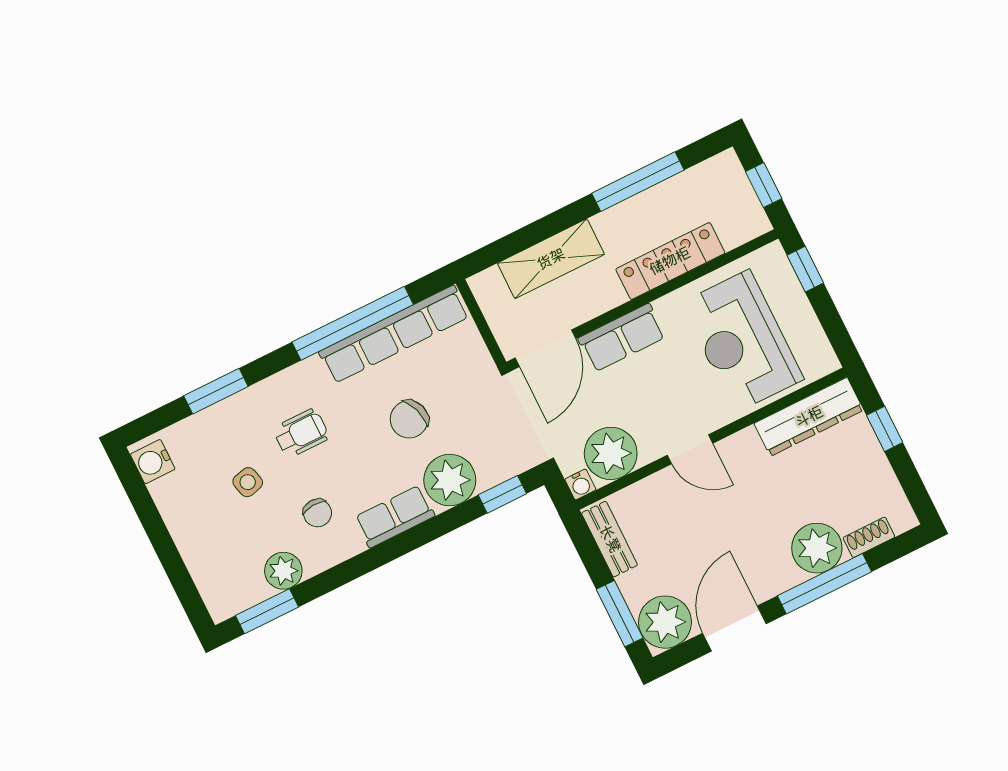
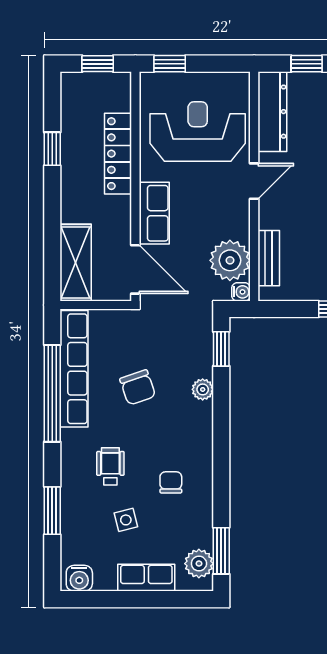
window: (638, 182) -> (52, 149), width x0.46
shelving: (551, 259) -> (76, 263), moved
reception desk: (742, 341) -> (198, 132), turned 180
door: (690, 449) -> (254, 181), moved
plant: (450, 480) -> (203, 389), width x0.53, depth x0.53
chair: (317, 513) -> (171, 482), turned -86
row of seats: (395, 517) -> (146, 578), moved, turned 90
bench: (610, 539) -> (269, 258), moved, turned 90
plant: (283, 571) -> (199, 564), moved

